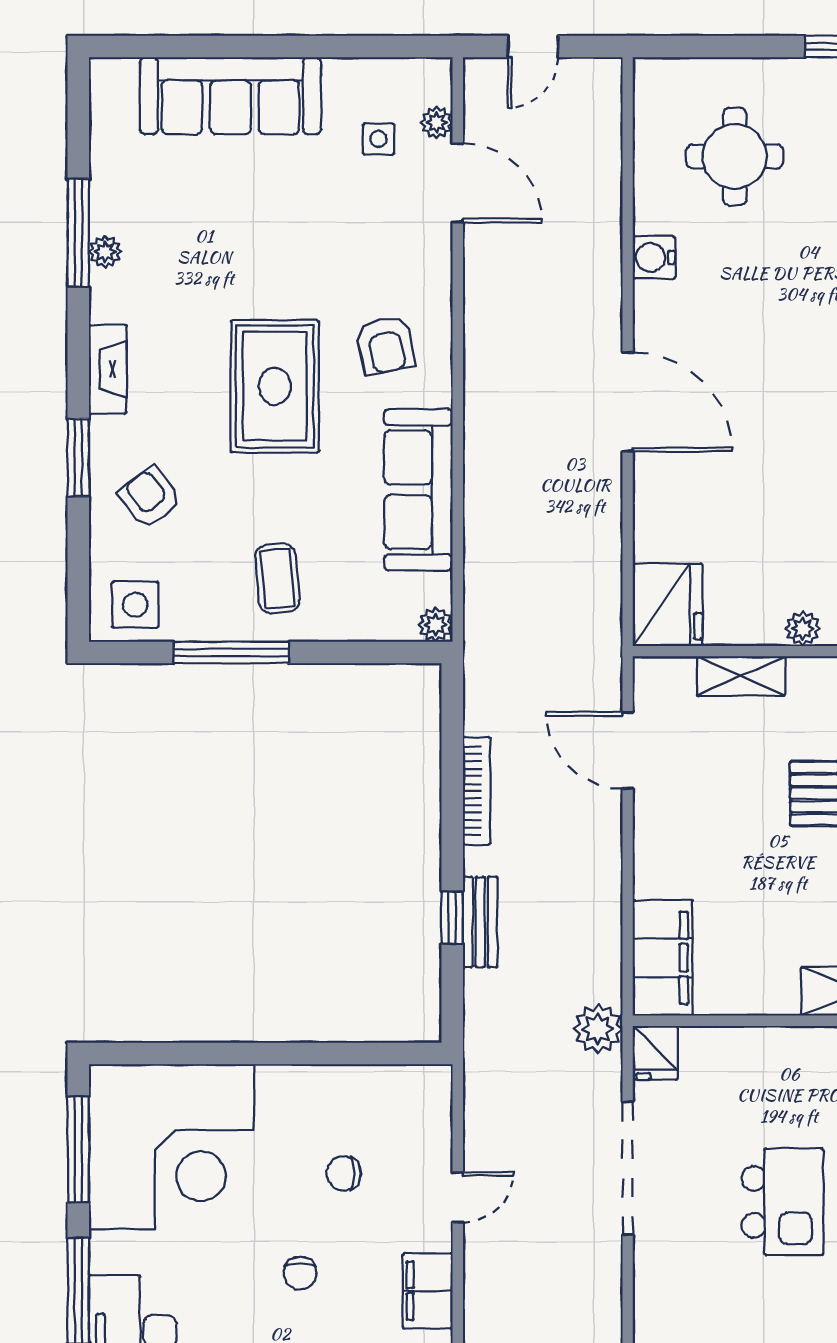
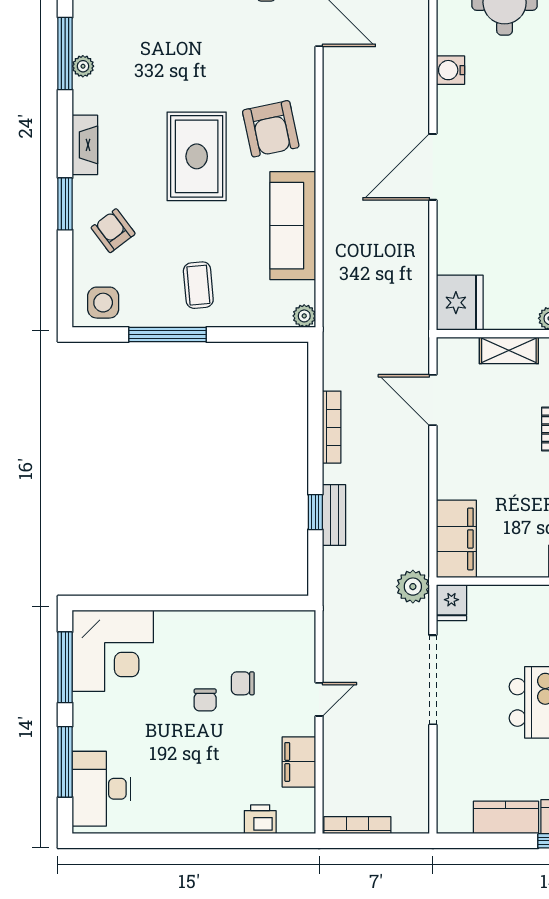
armchair: (386, 345) -> (271, 129), width x1.38, depth x1.38
door: (628, 402) -> (433, 167), swing flipped
corner desk: (171, 1147) -> (113, 651), width x0.74, depth x0.74
chair: (300, 1273) -> (205, 700), moved

